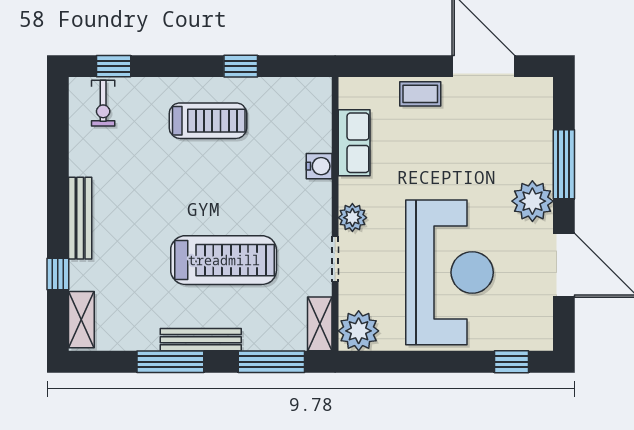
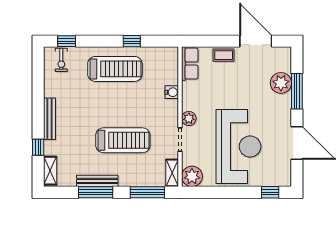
treadmill: (208, 121) -> (115, 69), width x1.37, depth x1.38
row of seats: (354, 143) -> (190, 63), moved
plant: (532, 201) -> (281, 83), moved
bench: (201, 340) -> (97, 181), moved

